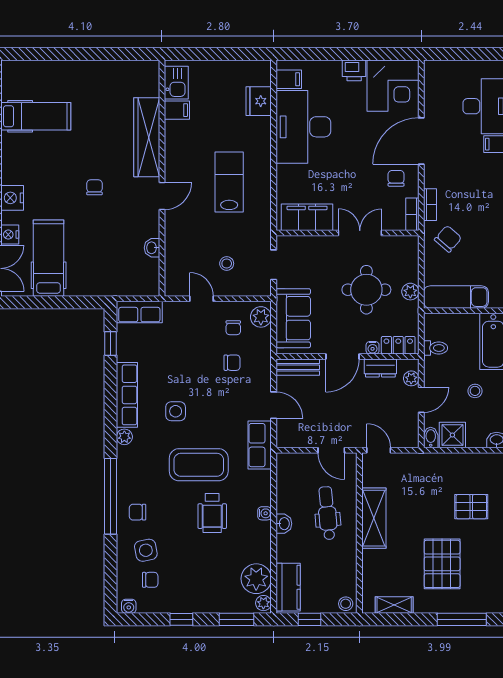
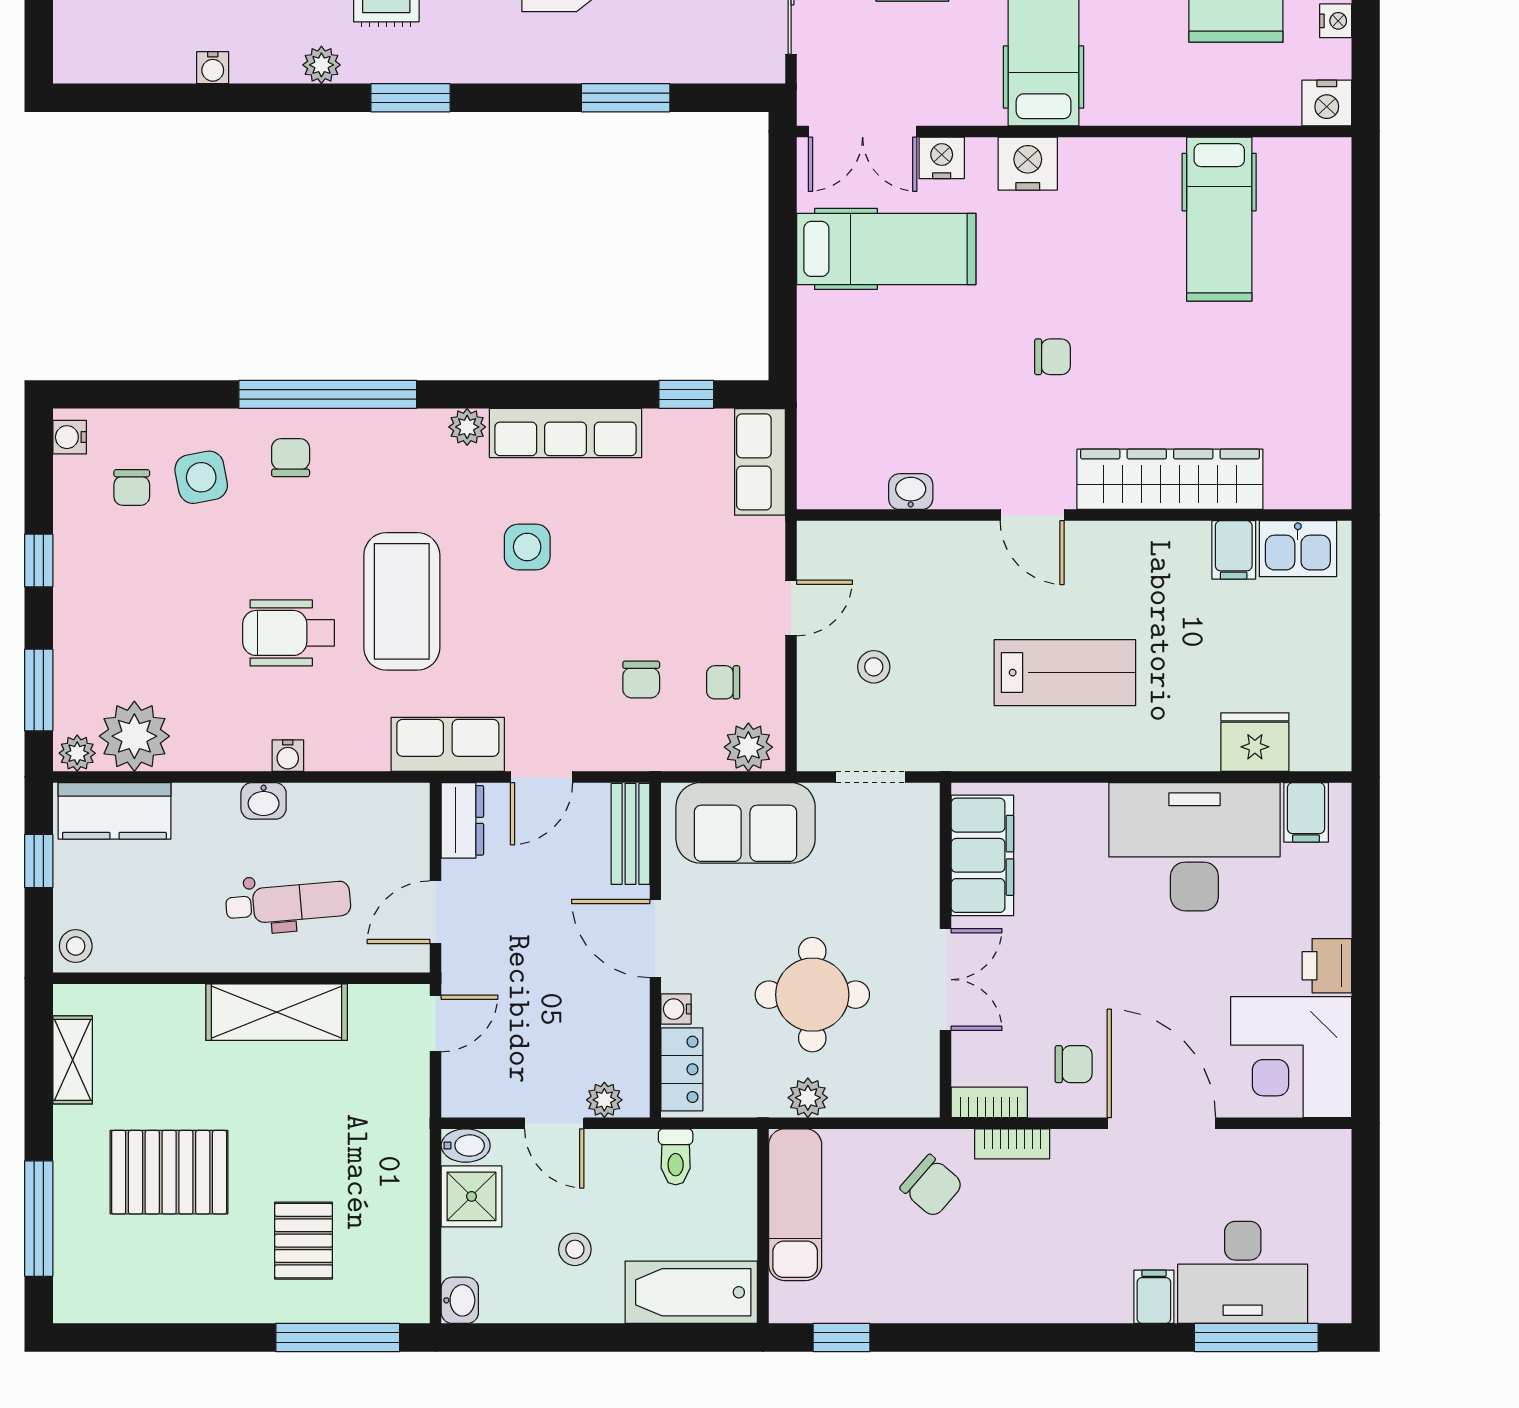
dresser: (380, 368) -> (462, 820), moved, turned 180

